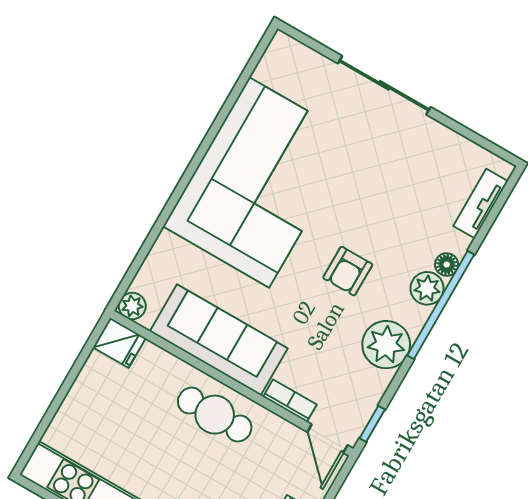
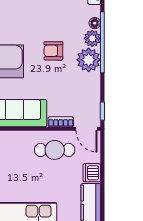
armchair: (348, 271) -> (53, 51), turned 90
plant: (386, 345) -> (89, 60), moved
cafe table: (215, 415) -> (55, 150), moved

